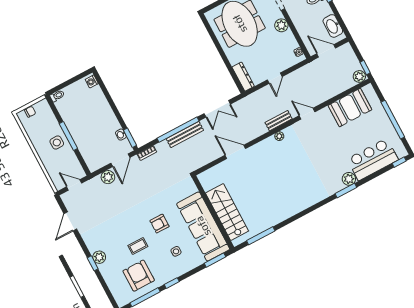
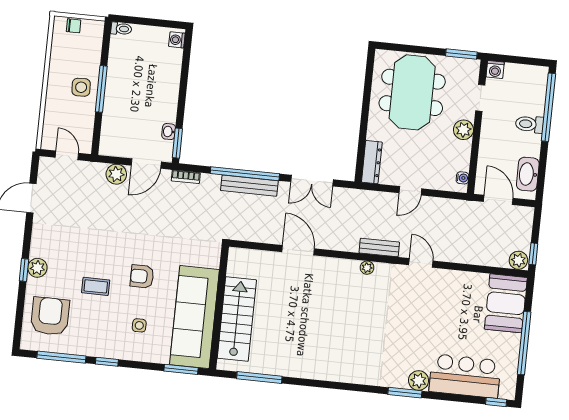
booth: (350, 107) -> (506, 303), moved, turned 90
armchair: (139, 276) -> (50, 316), moved

